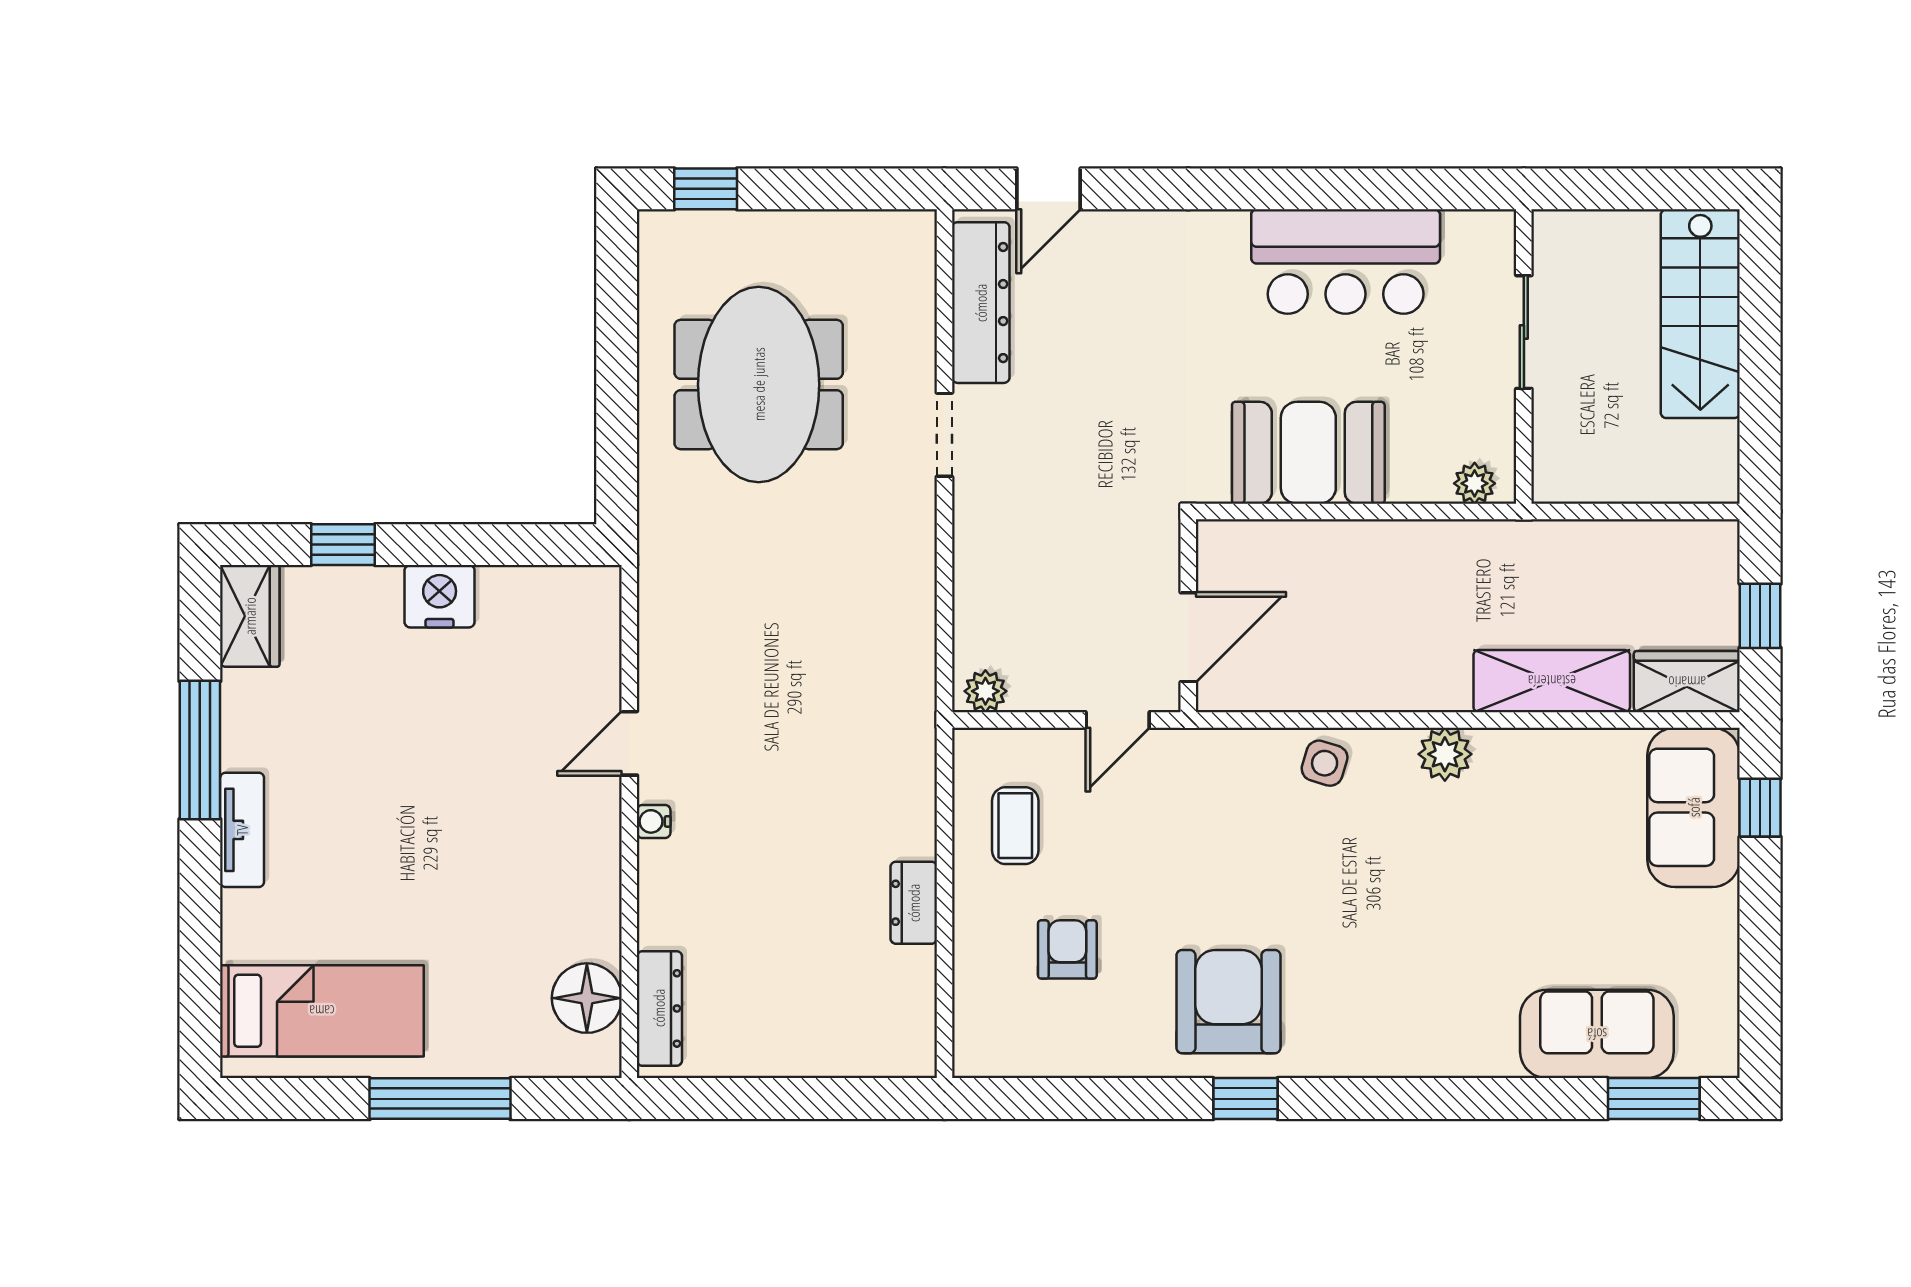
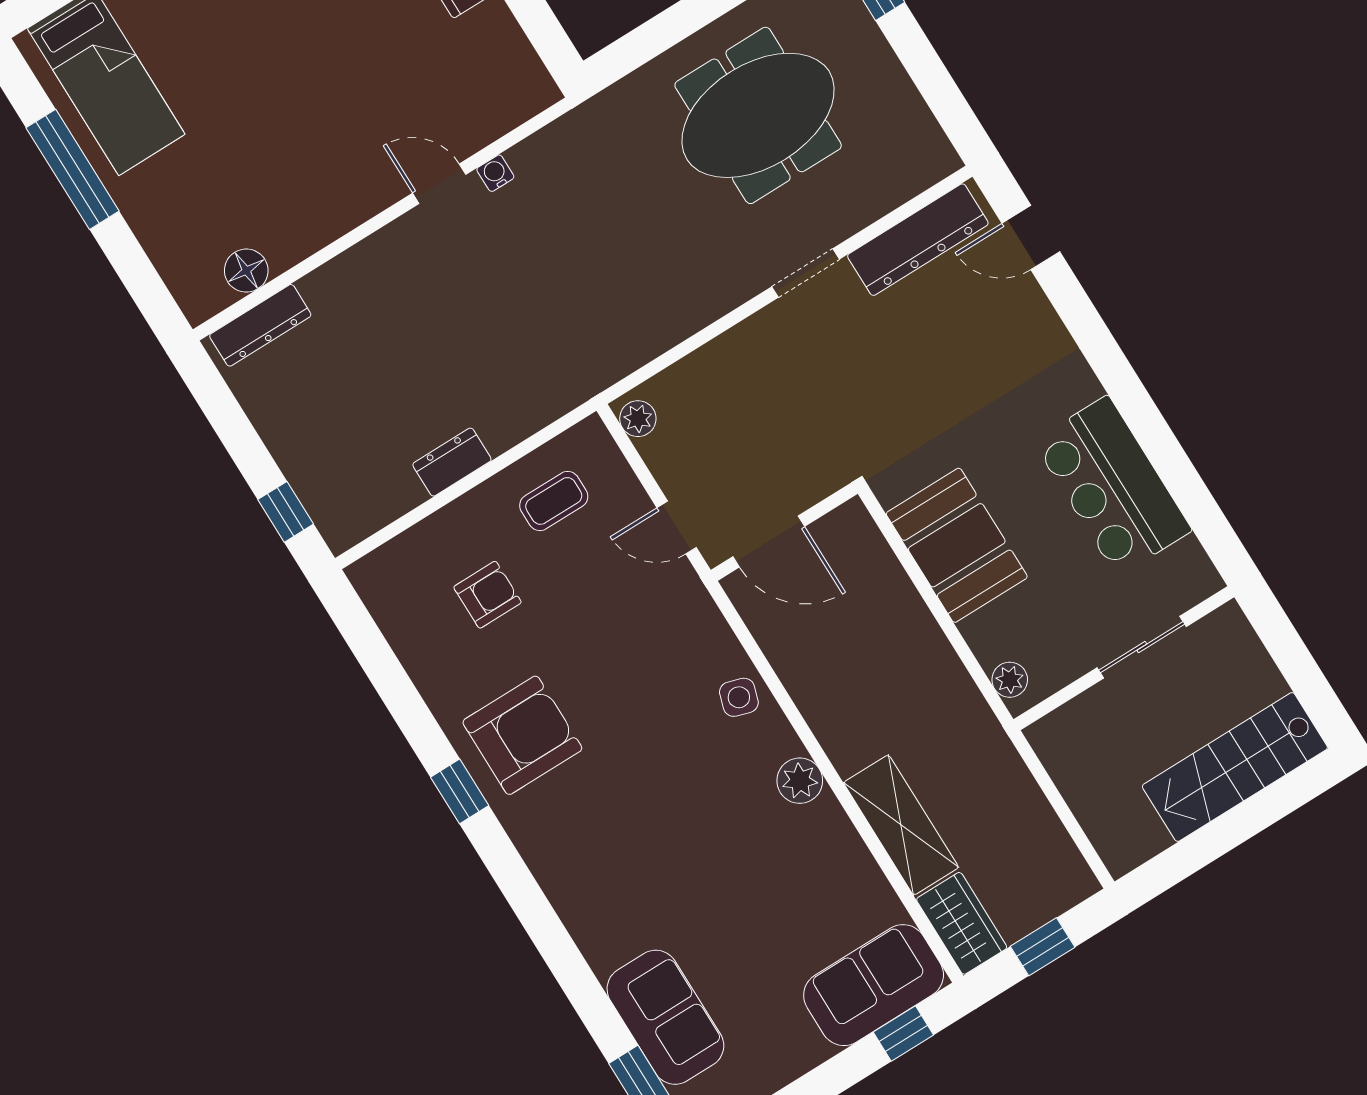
water cooler: (654, 821) -> (495, 173), moved
floor lamp: (587, 998) -> (246, 271), width x0.73, depth x0.73
window: (440, 1099) -> (73, 169), moved
window: (860, 1099) -> (286, 512), added

